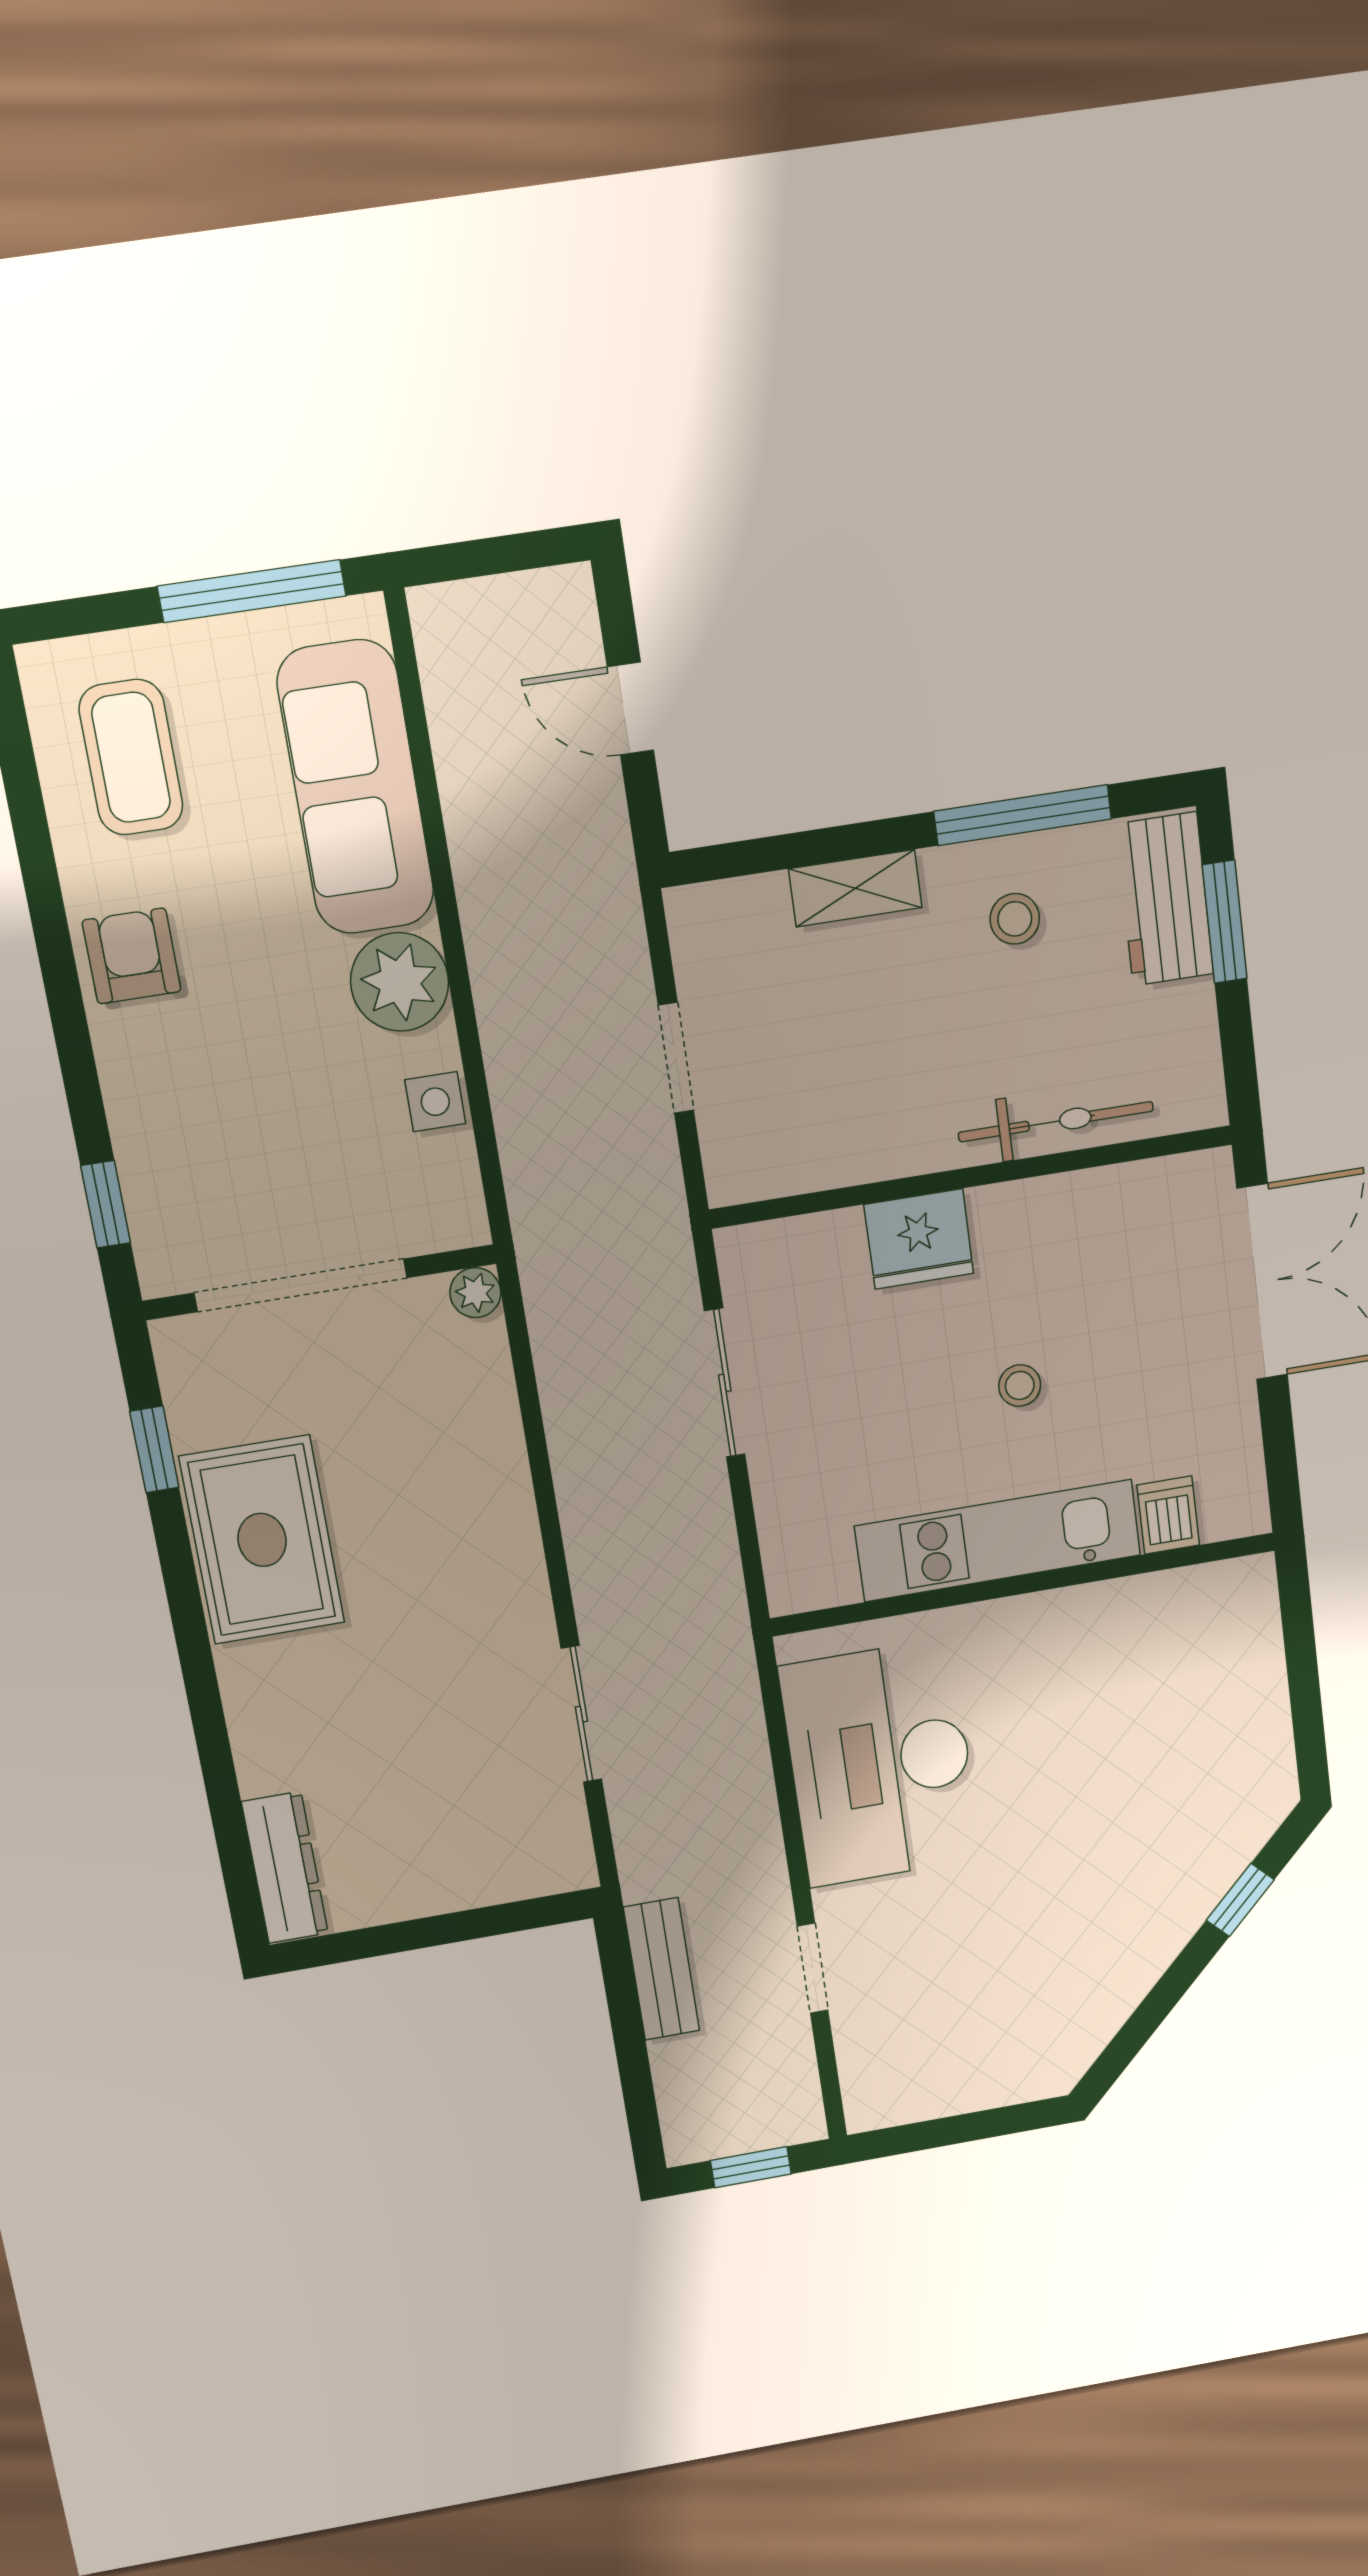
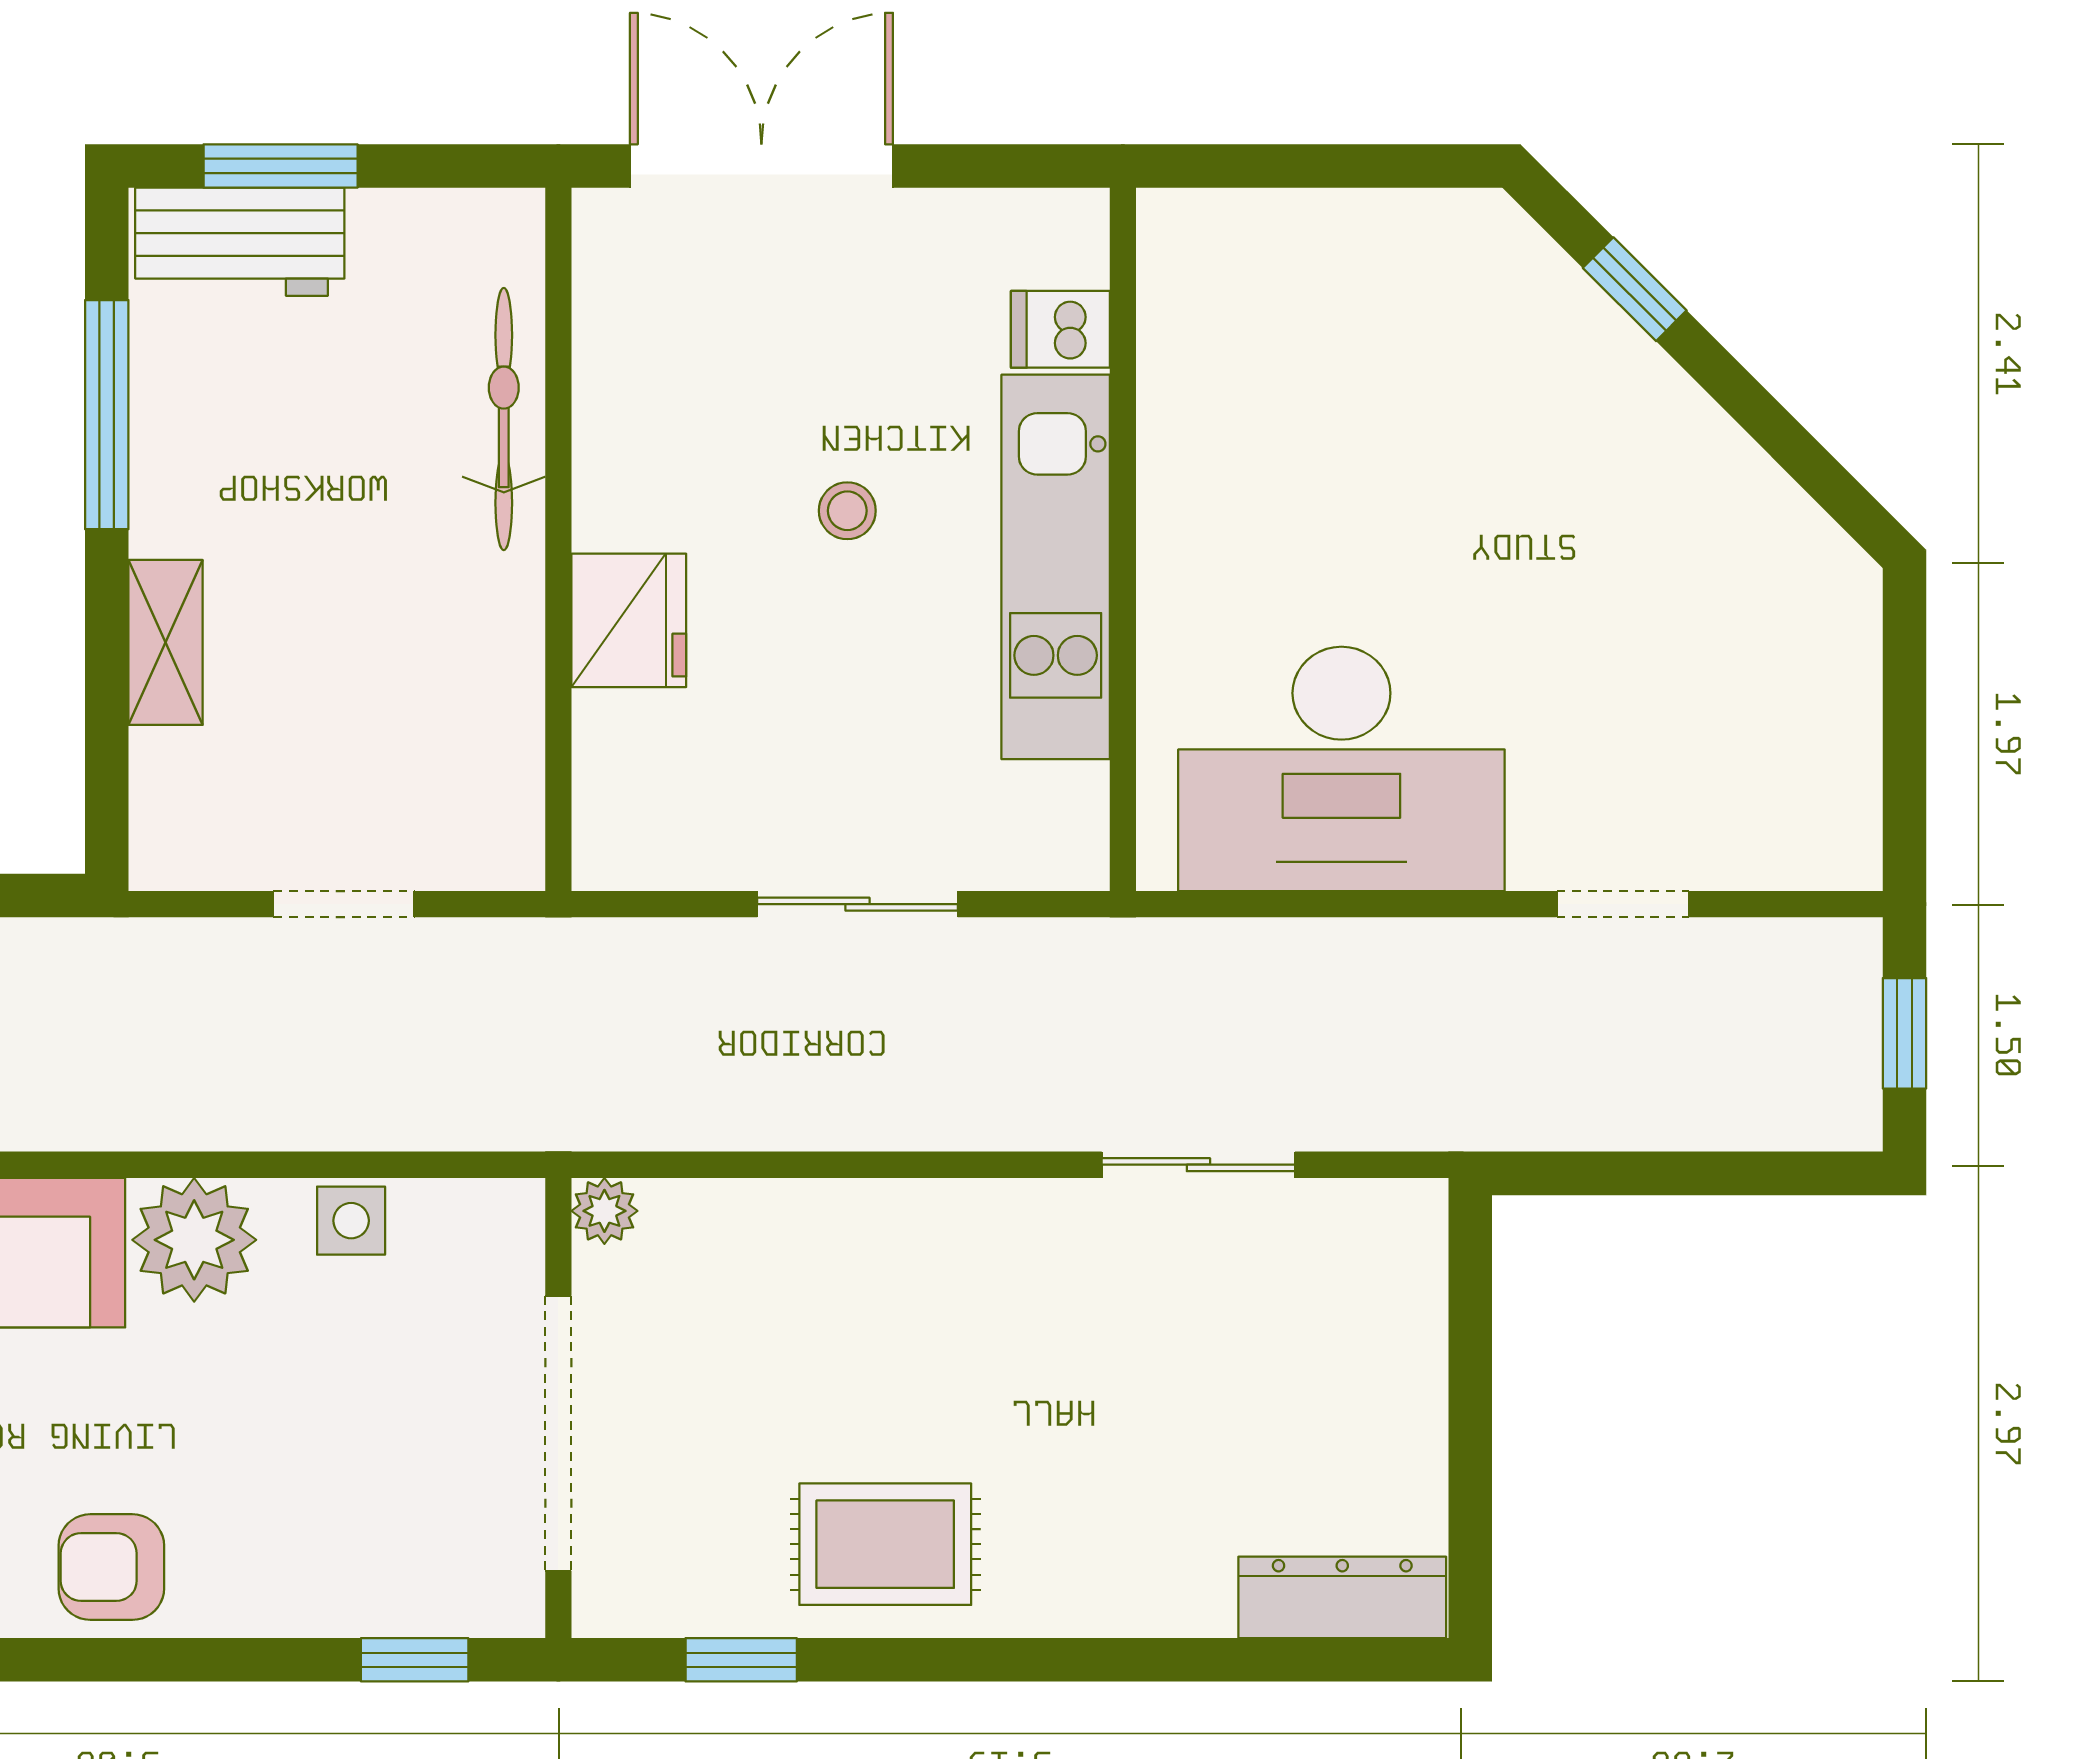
stool: (1015, 919) -> (235, 441), removed
sliding door: (725, 1383) -> (858, 904), moved
rug: (262, 1540) -> (885, 1544), width x0.73, depth x0.70
bench: (661, 1969) -> (1584, 1113), removed

